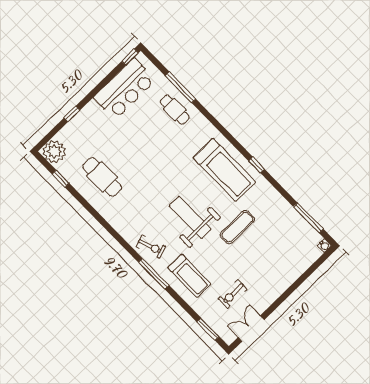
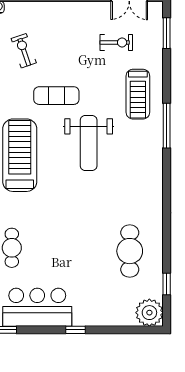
window: (72, 114) -> (76, 330), moved
exercise bike: (151, 247) -> (24, 51), moved
treadmill: (189, 276) -> (138, 94), turned 180

